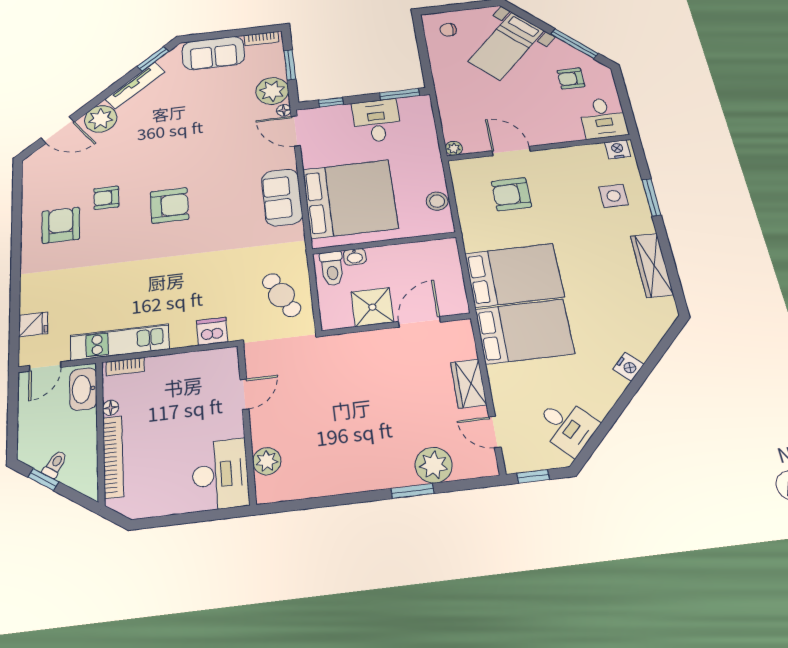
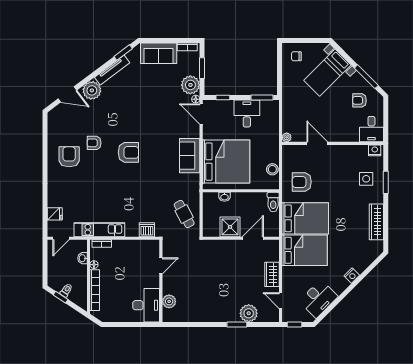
armchair: (511, 194) -> (302, 182), moved
toilet: (332, 268) -> (273, 202), moved
washbasin: (83, 389) -> (82, 258), width x0.52, depth x0.69
desk: (567, 426) -> (318, 299), width x1.37

